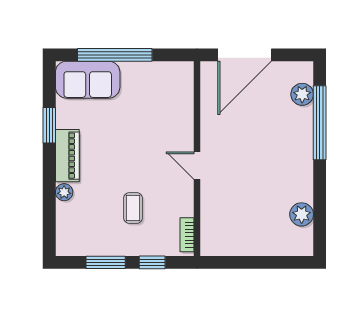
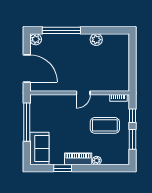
window: (115, 55) -> (27, 122), moved
plant: (302, 94) -> (36, 39), moved
coffee table: (133, 208) -> (105, 125), width x1.86, depth x1.72
plant: (302, 214) -> (96, 40), moved

